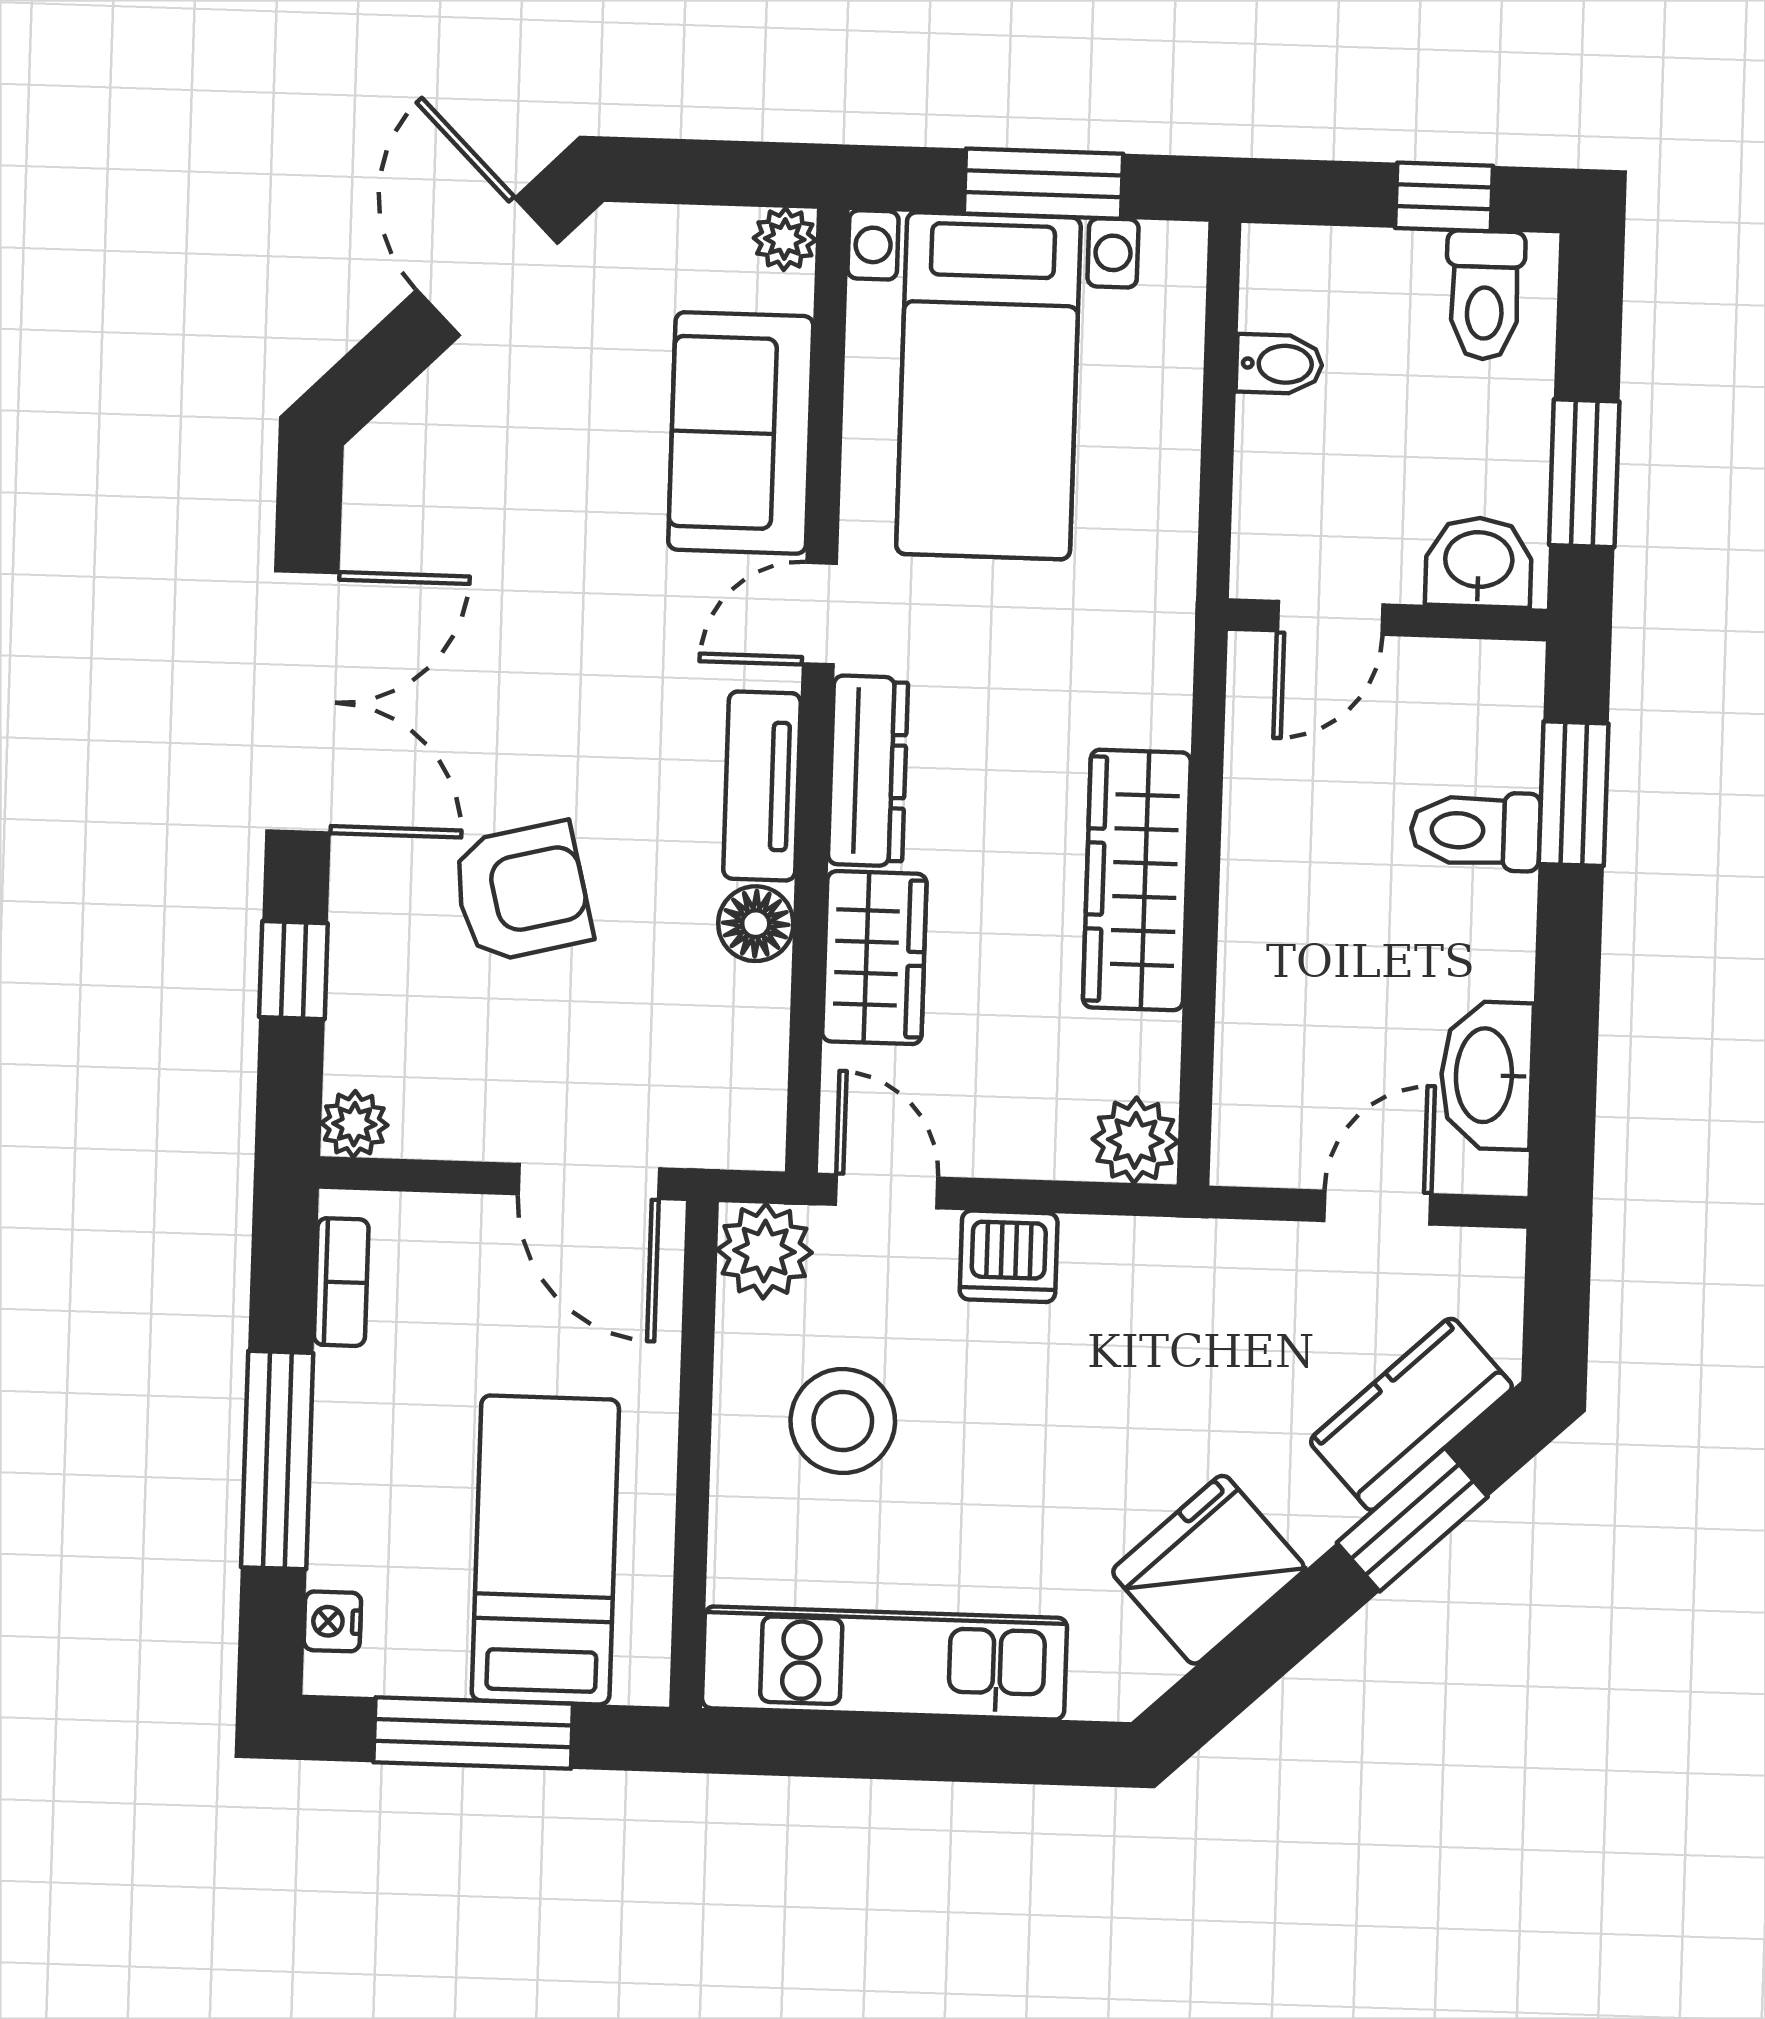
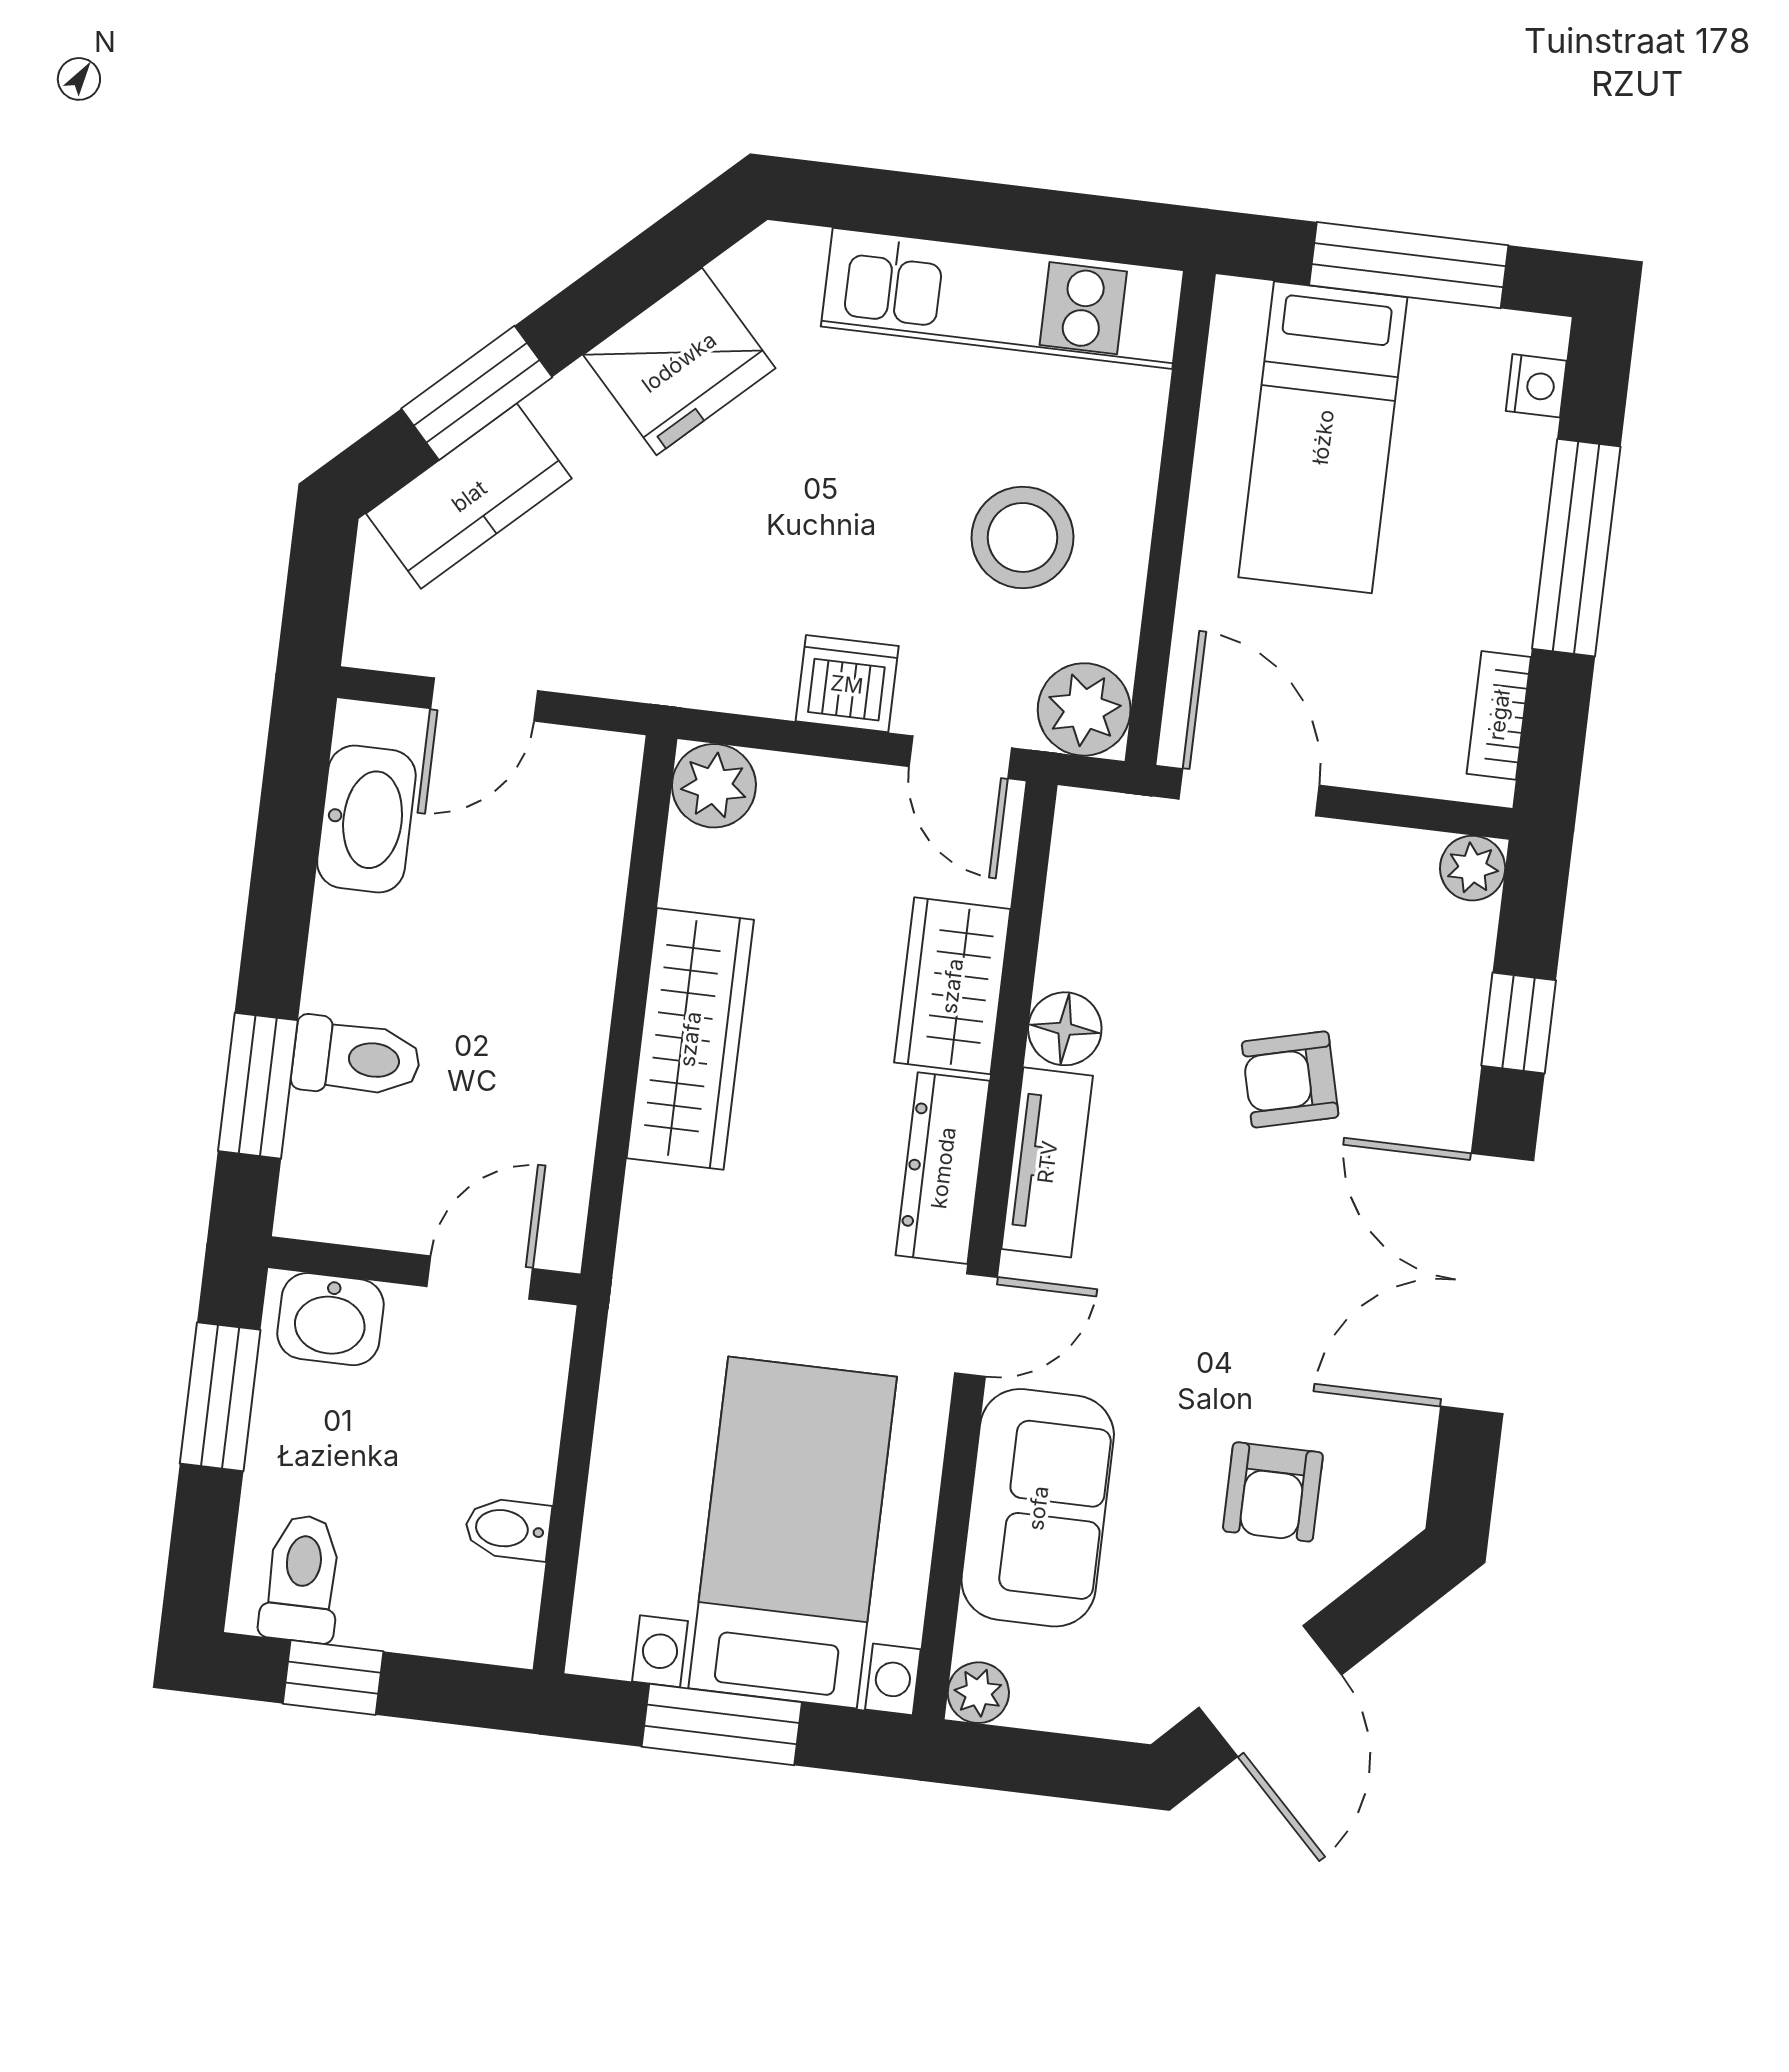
armchair: (502, 470) -> (1273, 1492), added
armchair: (521, 892) -> (1290, 1079), width x0.72, depth x0.72

